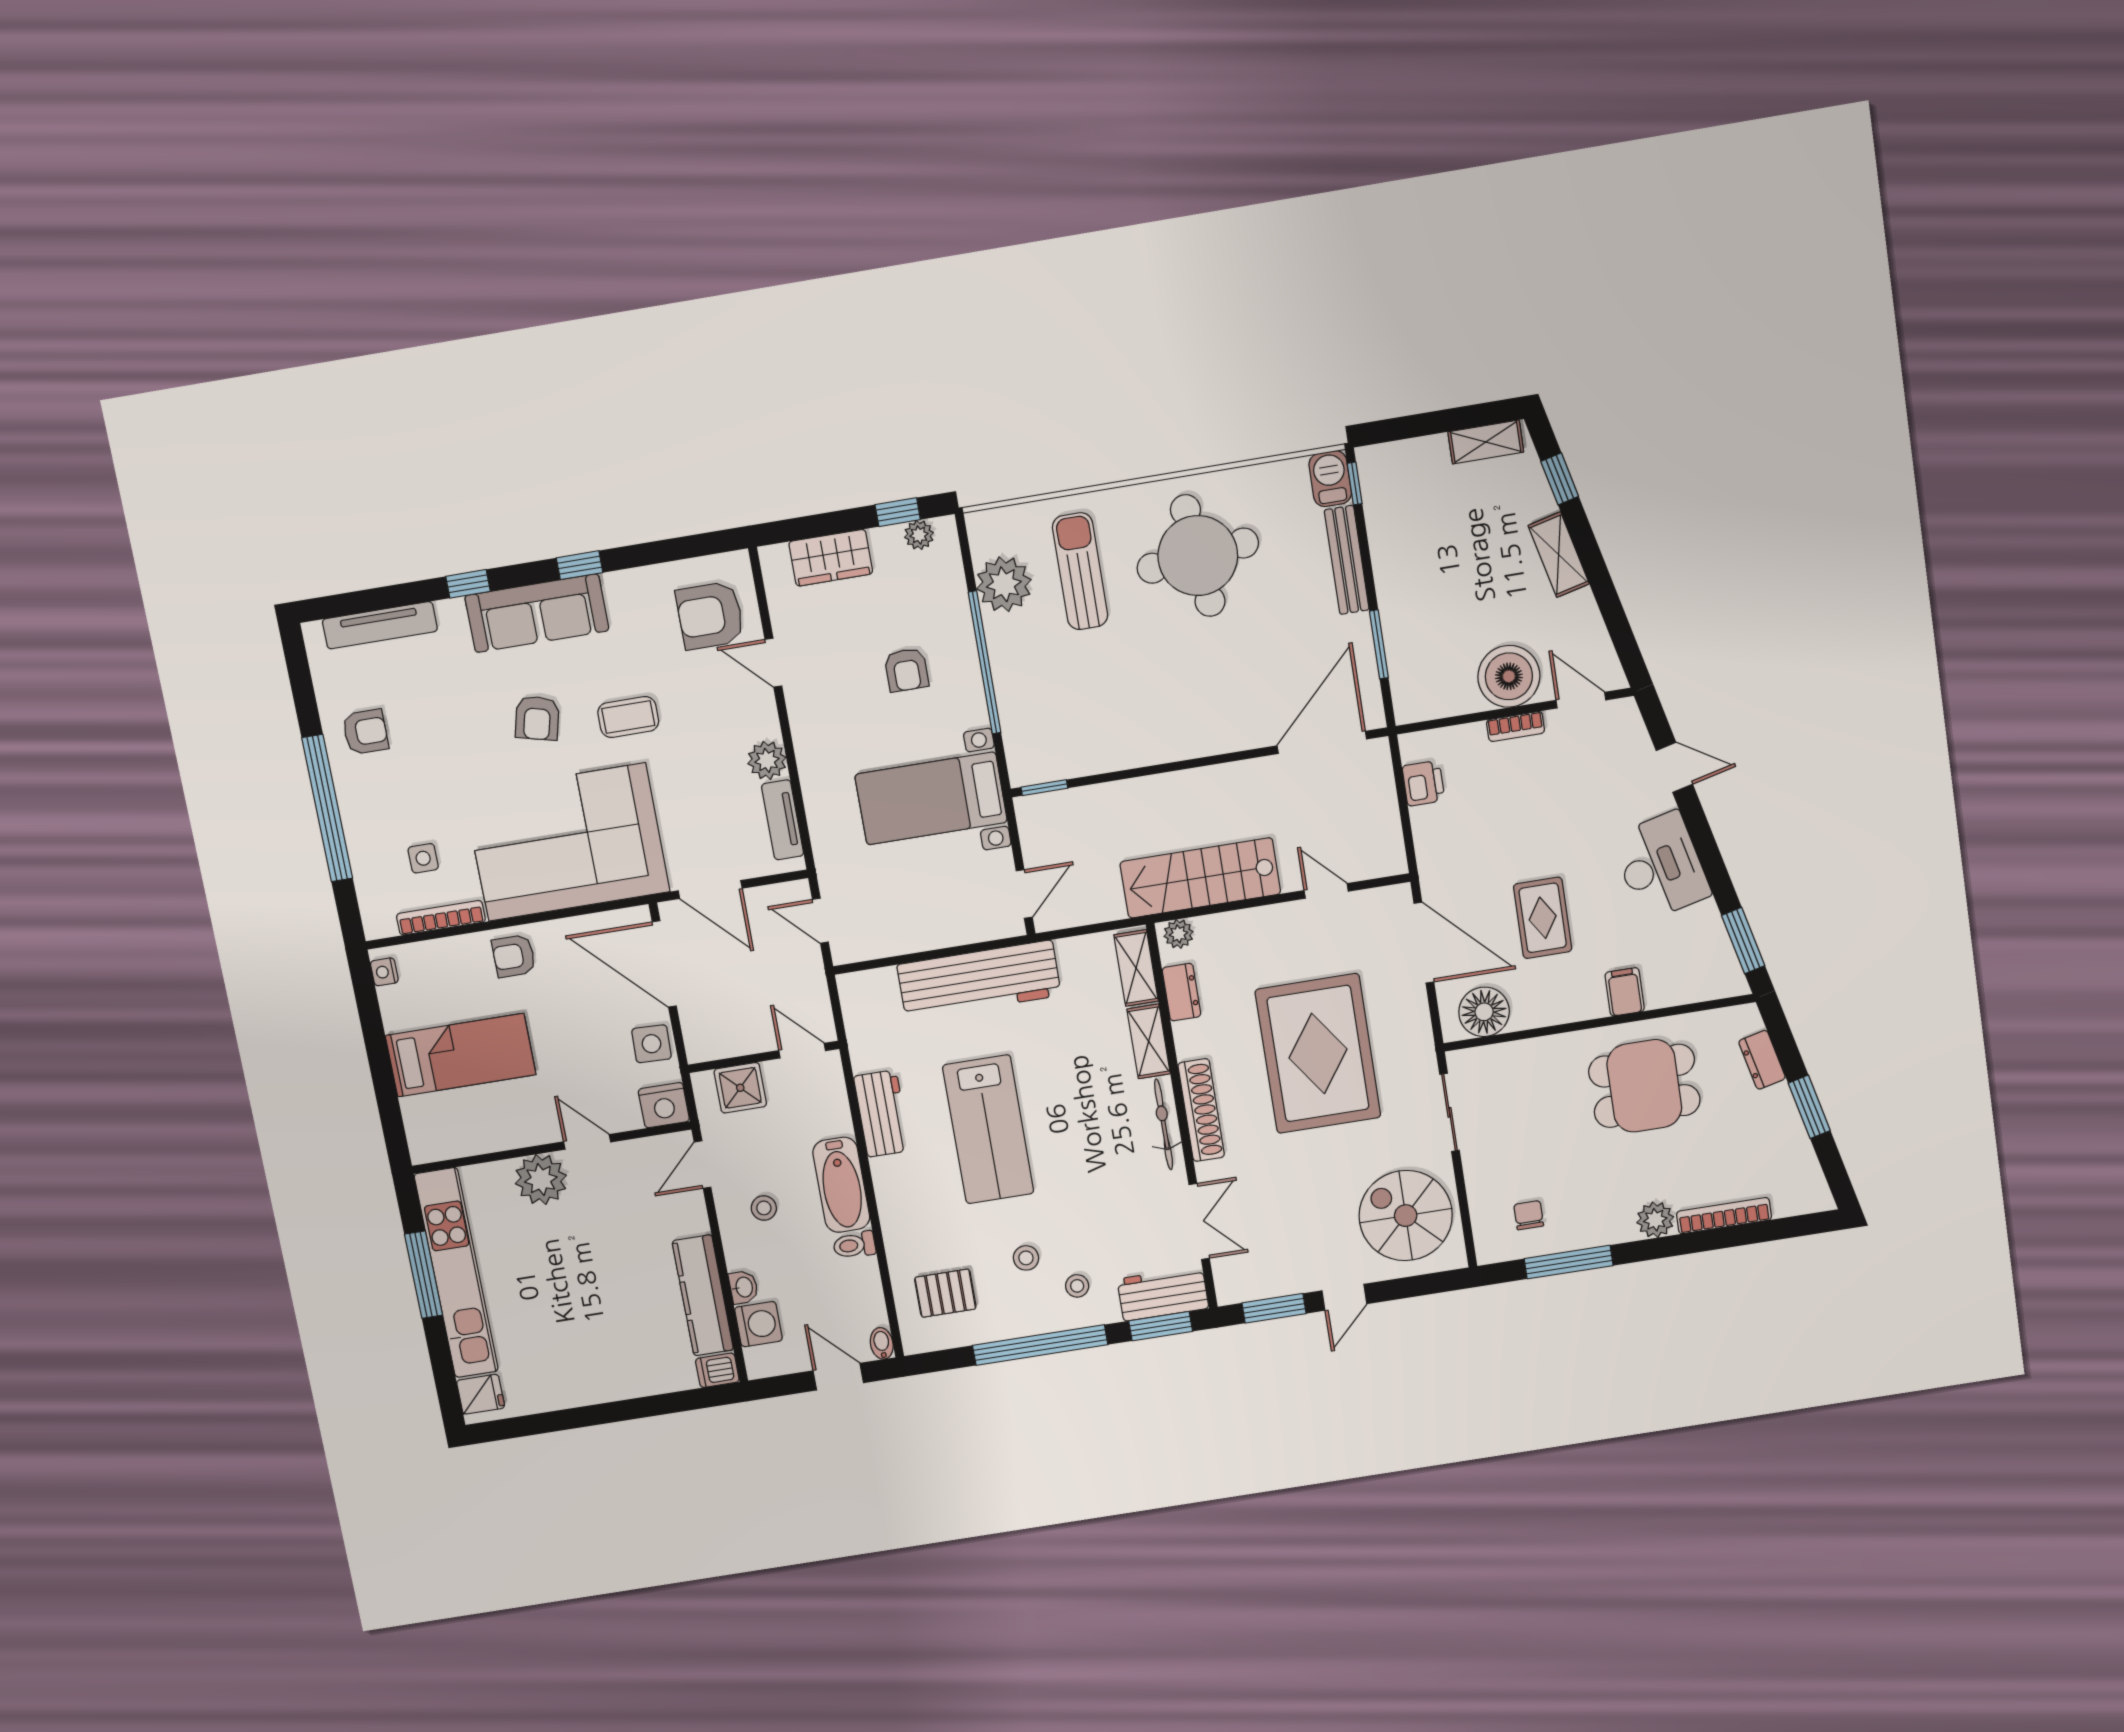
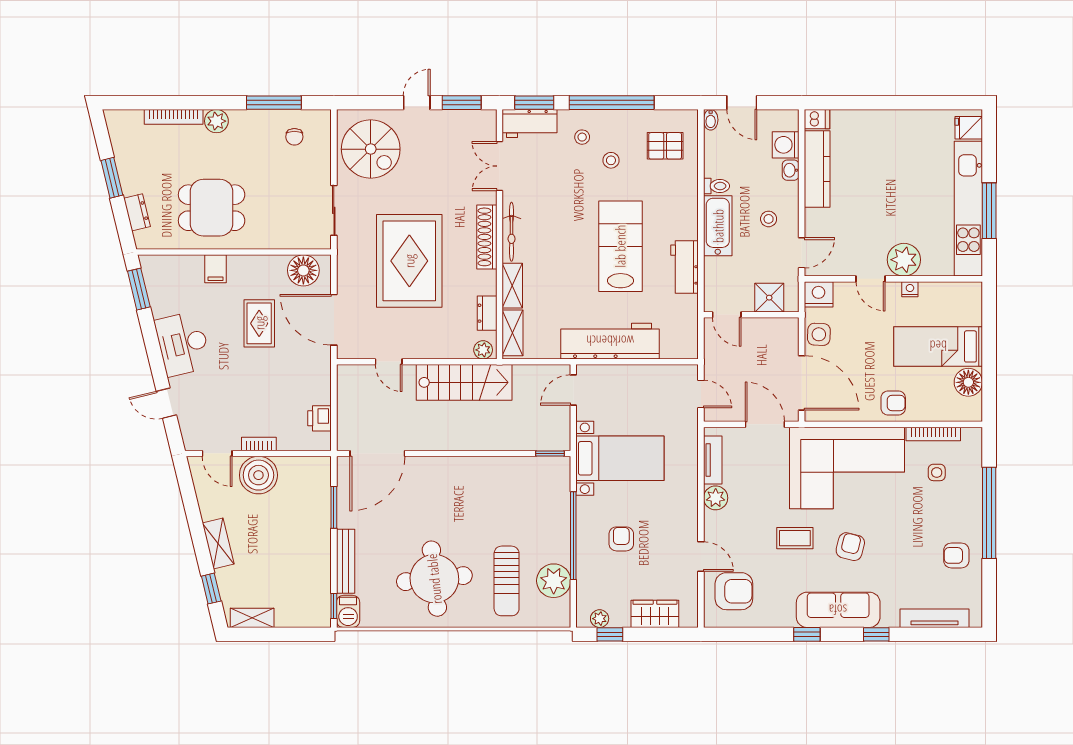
nightstand: (384, 972) -> (910, 289), moved, turned -90
floor lamp: (402, 1007) -> (968, 382), added

